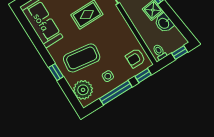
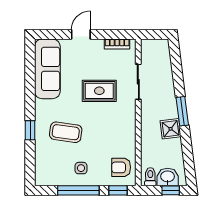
washbasin: (164, 23) -> (168, 177), moved, turned 97
coffee table: (82, 58) -> (66, 132), width x0.73, depth x0.76
plant: (83, 90) -> (46, 166), removed

